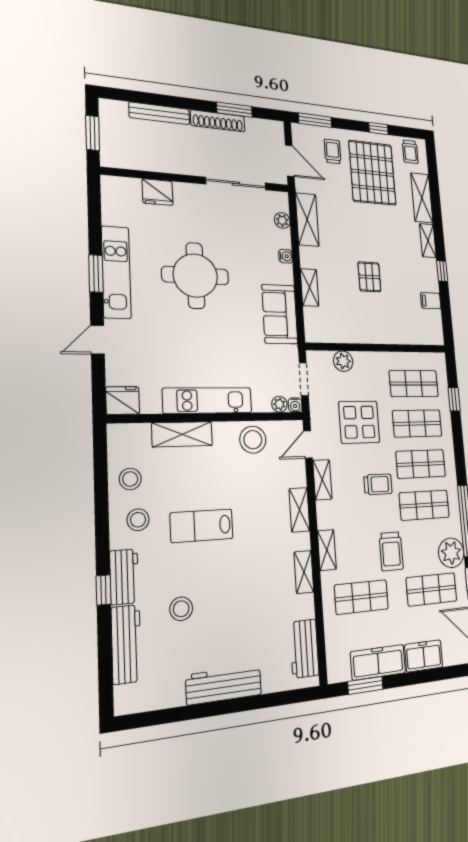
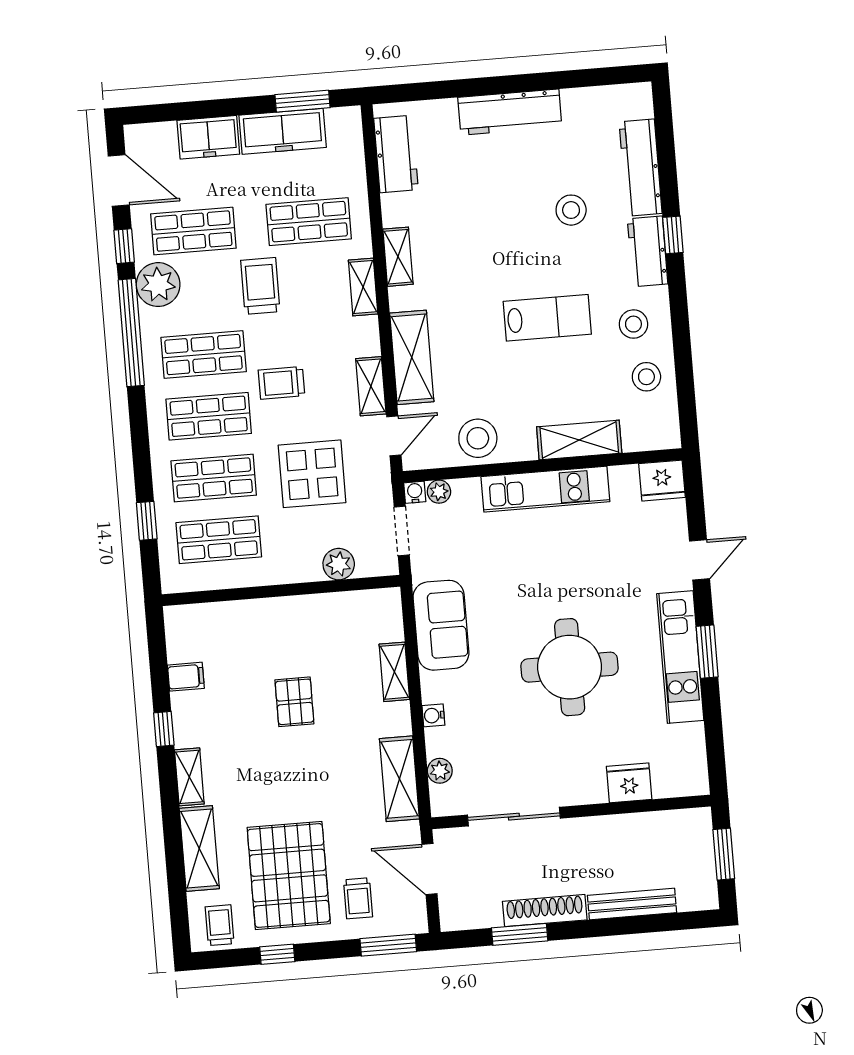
shelving: (299, 510) -> (412, 357), width x1.50, depth x1.33

